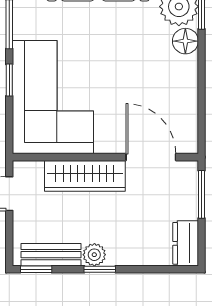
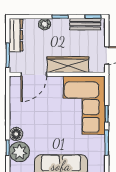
door: (151, 157) -> (34, 74), hinge flipped
dresser: (186, 243) -> (16, 35), width x1.44
plant: (94, 255) -> (45, 24), moved

